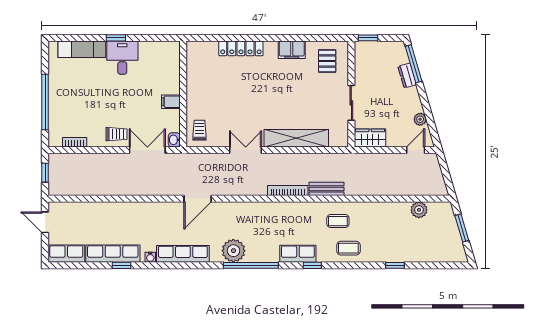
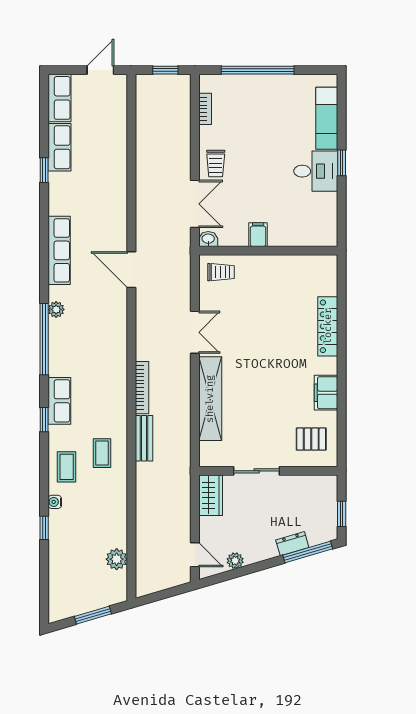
window: (368, 38) -> (342, 514), moved
plant: (233, 251) -> (56, 309), width x0.53, depth x0.53
row of seats: (113, 254) -> (59, 147), width x0.68
water cooler: (150, 257) -> (55, 502), moved

